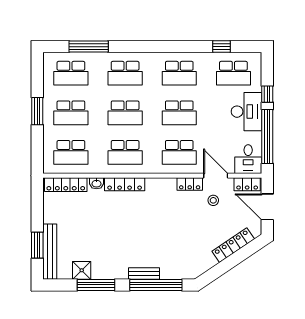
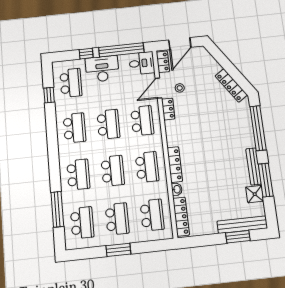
locker: (233, 245) -> (231, 85), moved
bench: (144, 273) -> (253, 166), moved, width x1.36

